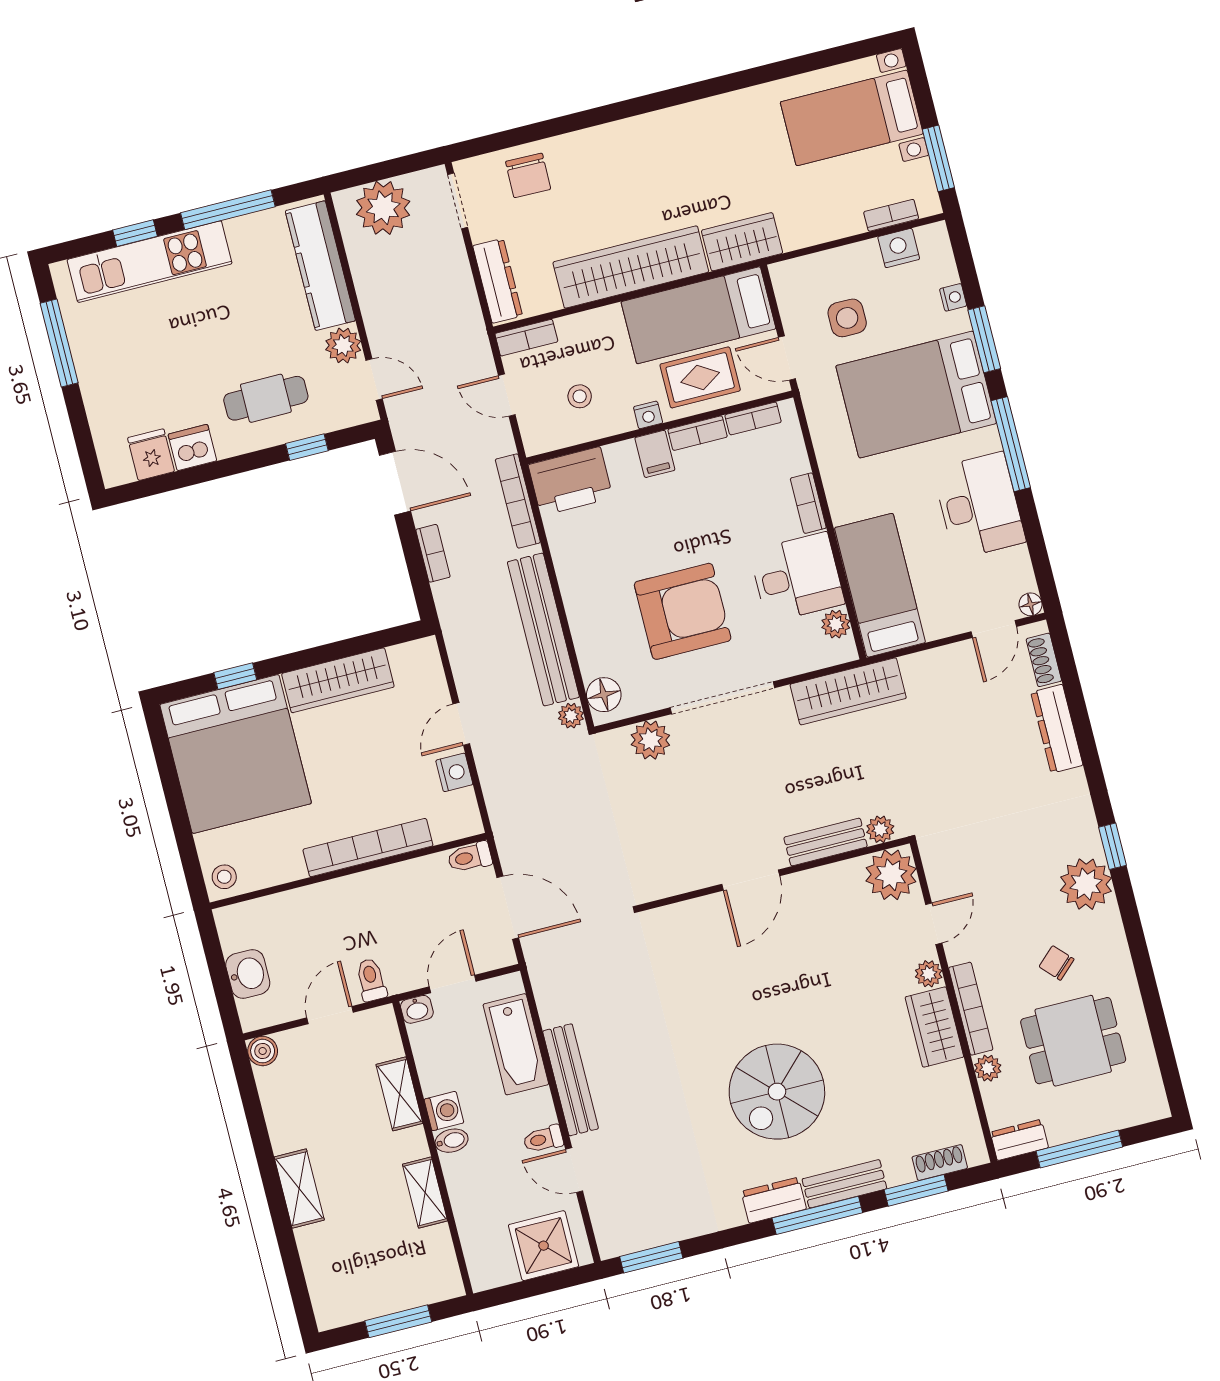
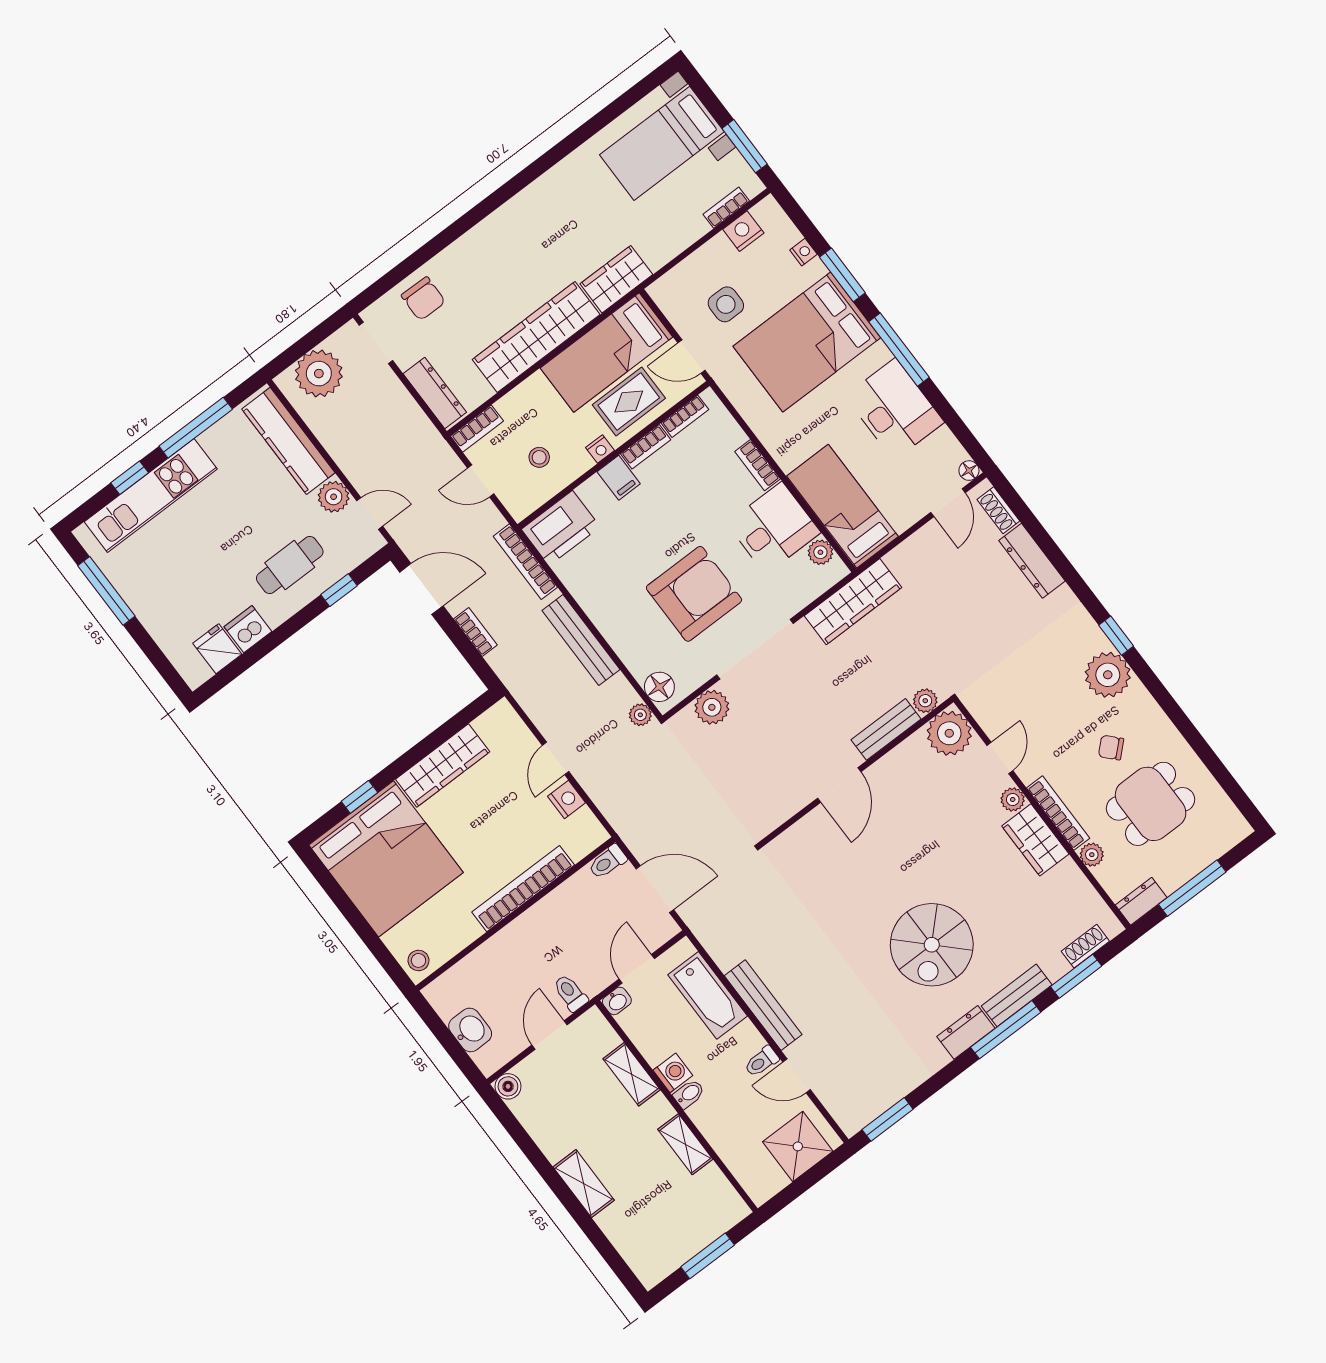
bench: (543, 630) -> (581, 640), width x0.73, depth x0.82

